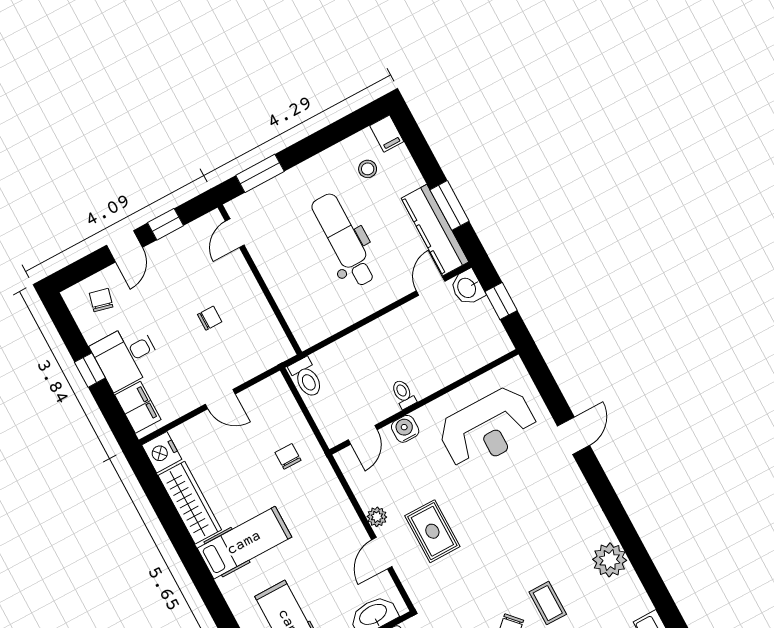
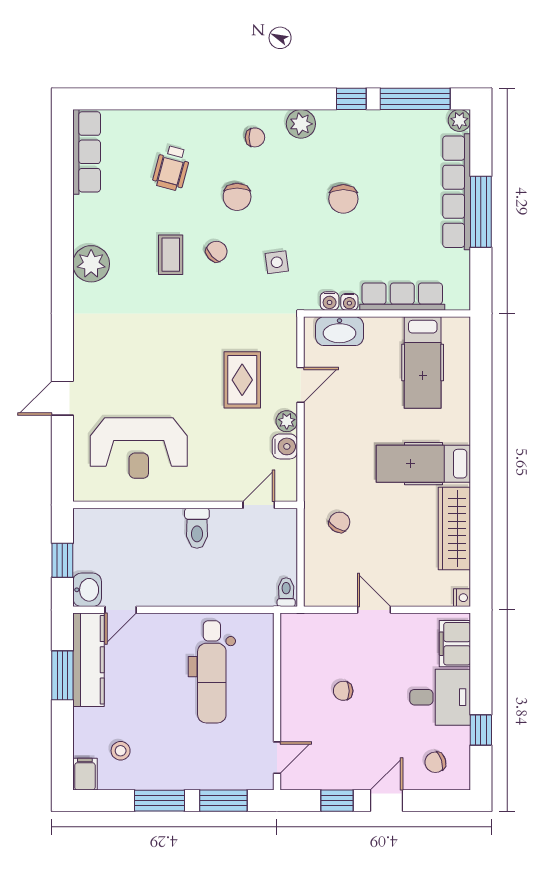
window: (313, 145) -> (159, 801), added
dental chair: (344, 240) -> (212, 672), moved
chair: (101, 300) -> (435, 762), turned 58
window: (90, 370) -> (481, 730), moved
toilet: (306, 378) -> (286, 592), width x0.73, depth x0.72
toilet: (403, 394) -> (197, 528), width x1.37, depth x1.39
reception desk: (488, 428) -> (139, 448), turned 180
water cooler: (405, 429) -> (285, 446), moved, turned -90
nightstand: (162, 452) -> (462, 598), width x0.53, depth x0.56
chair: (288, 456) -> (339, 522), turned -150

